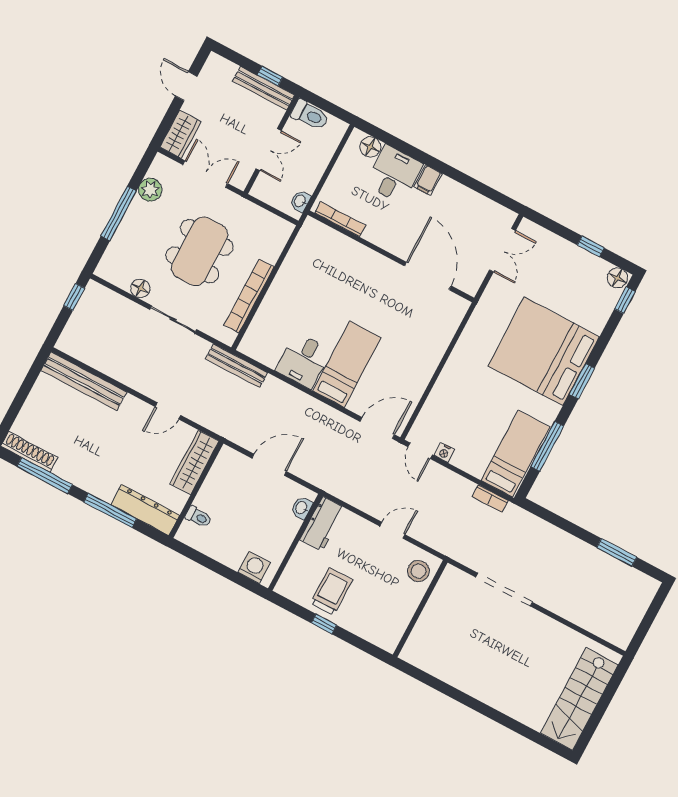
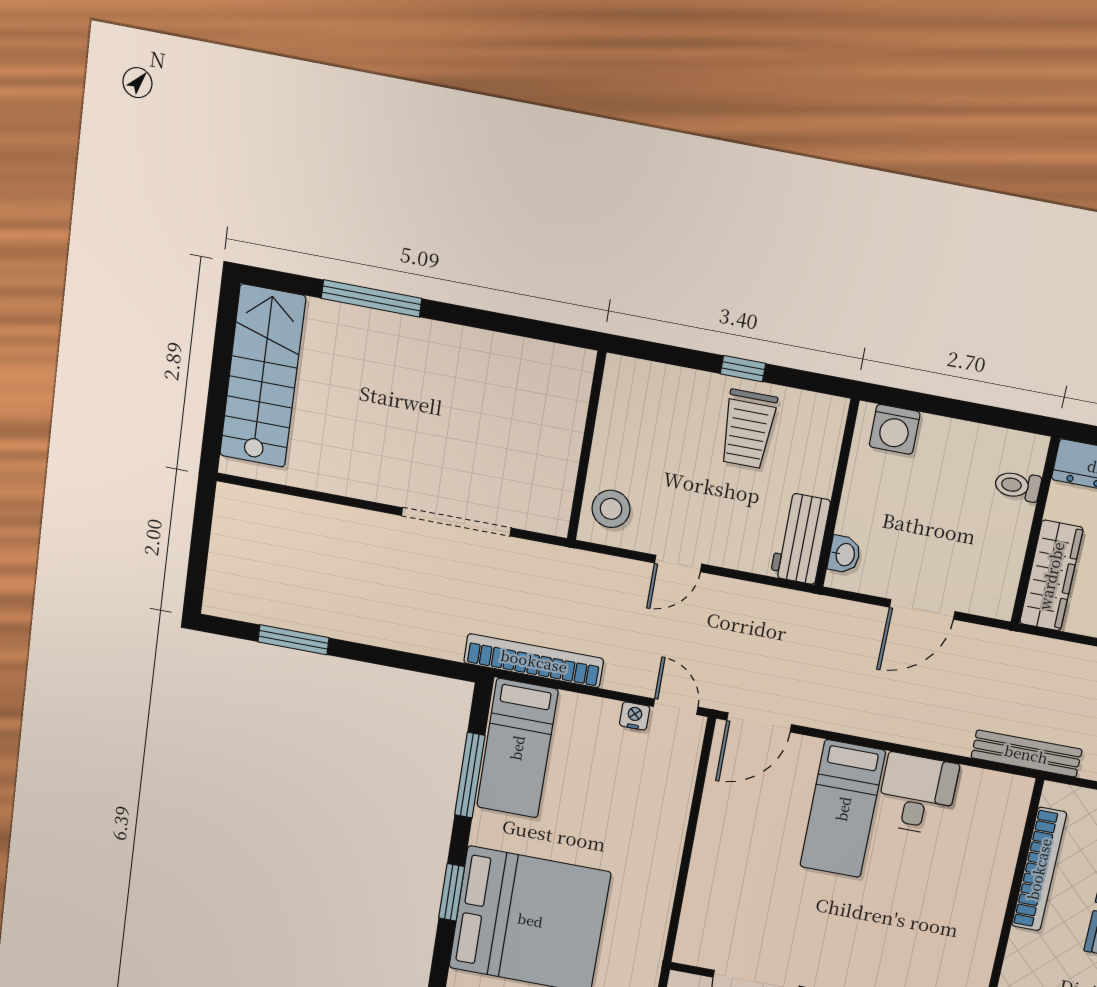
bookcase: (490, 499) -> (534, 661), width x2.31, depth x1.31
window: (506, 721) -> (372, 298), added

